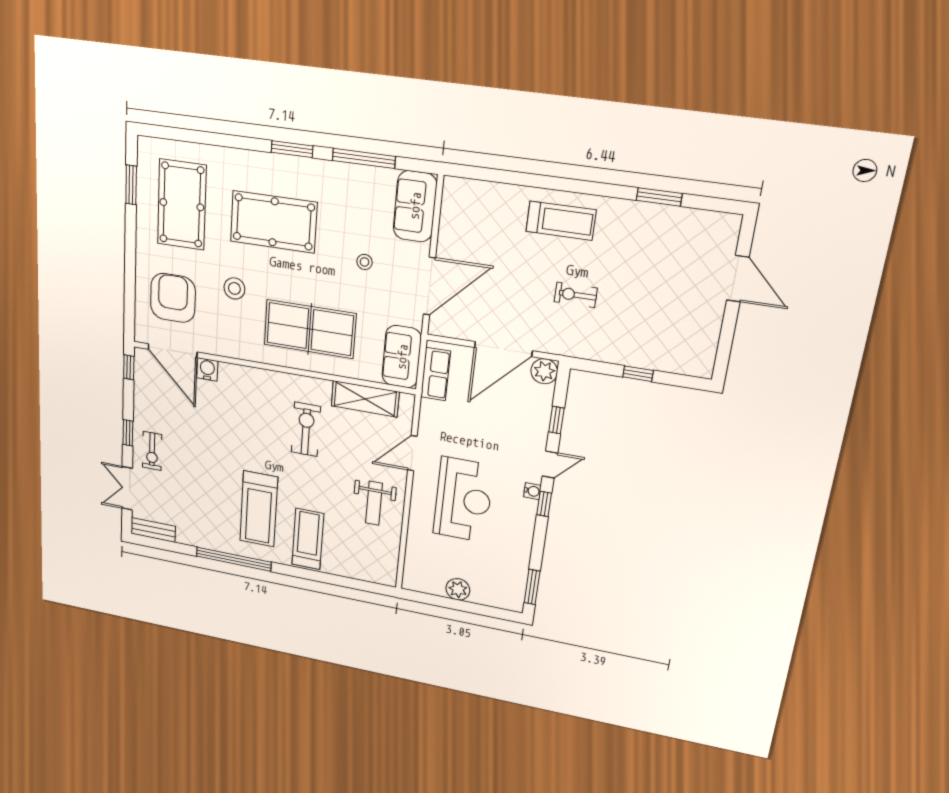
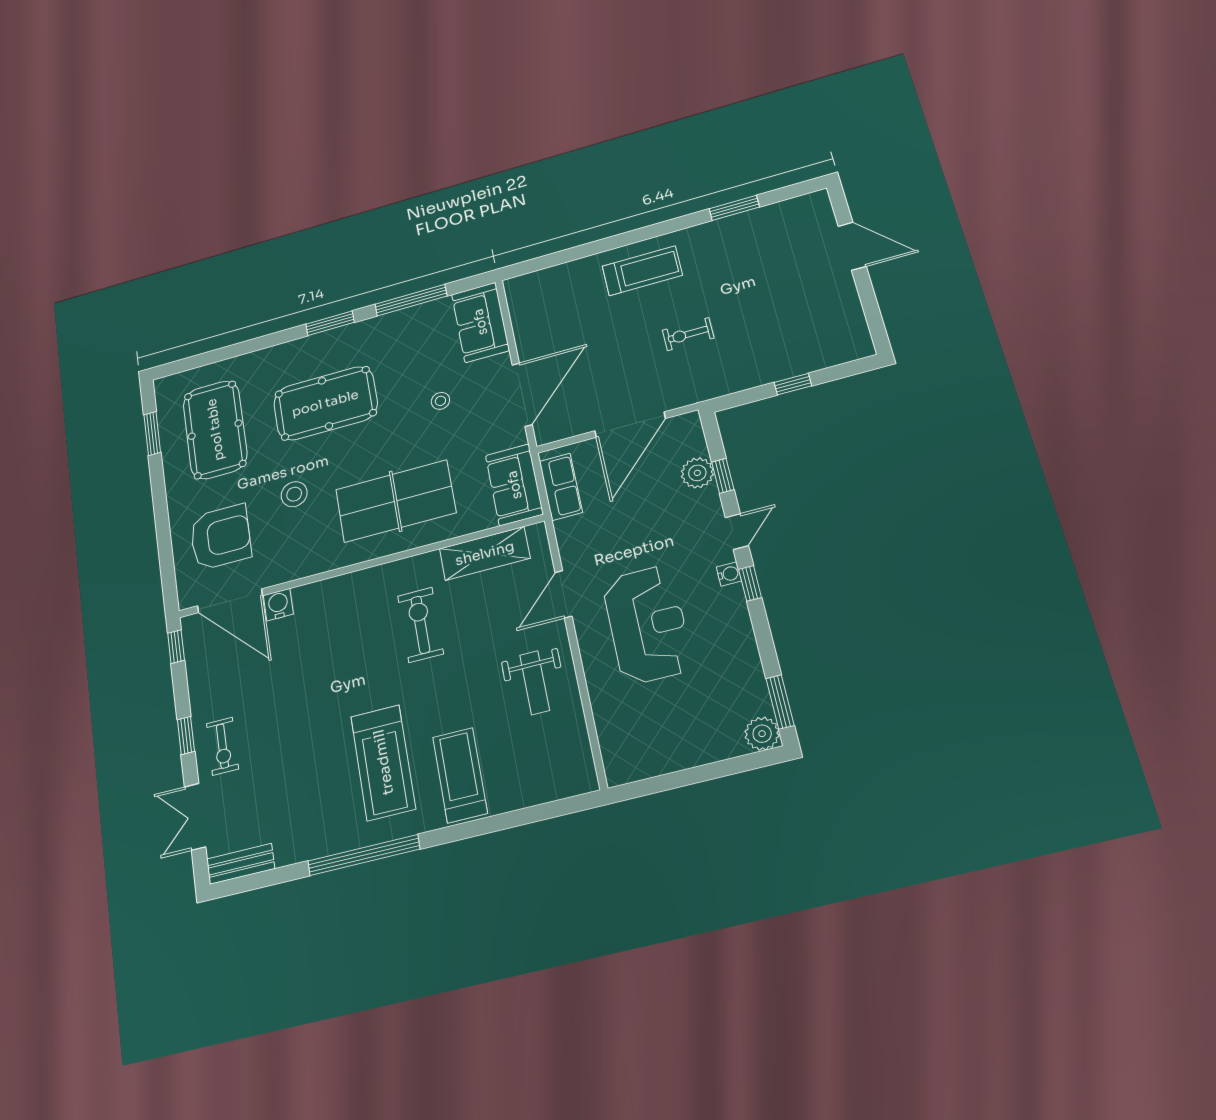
armchair: (173, 298) -> (221, 537), turned 90
plant: (544, 371) -> (697, 473), moved
plant: (458, 589) -> (762, 734), moved

